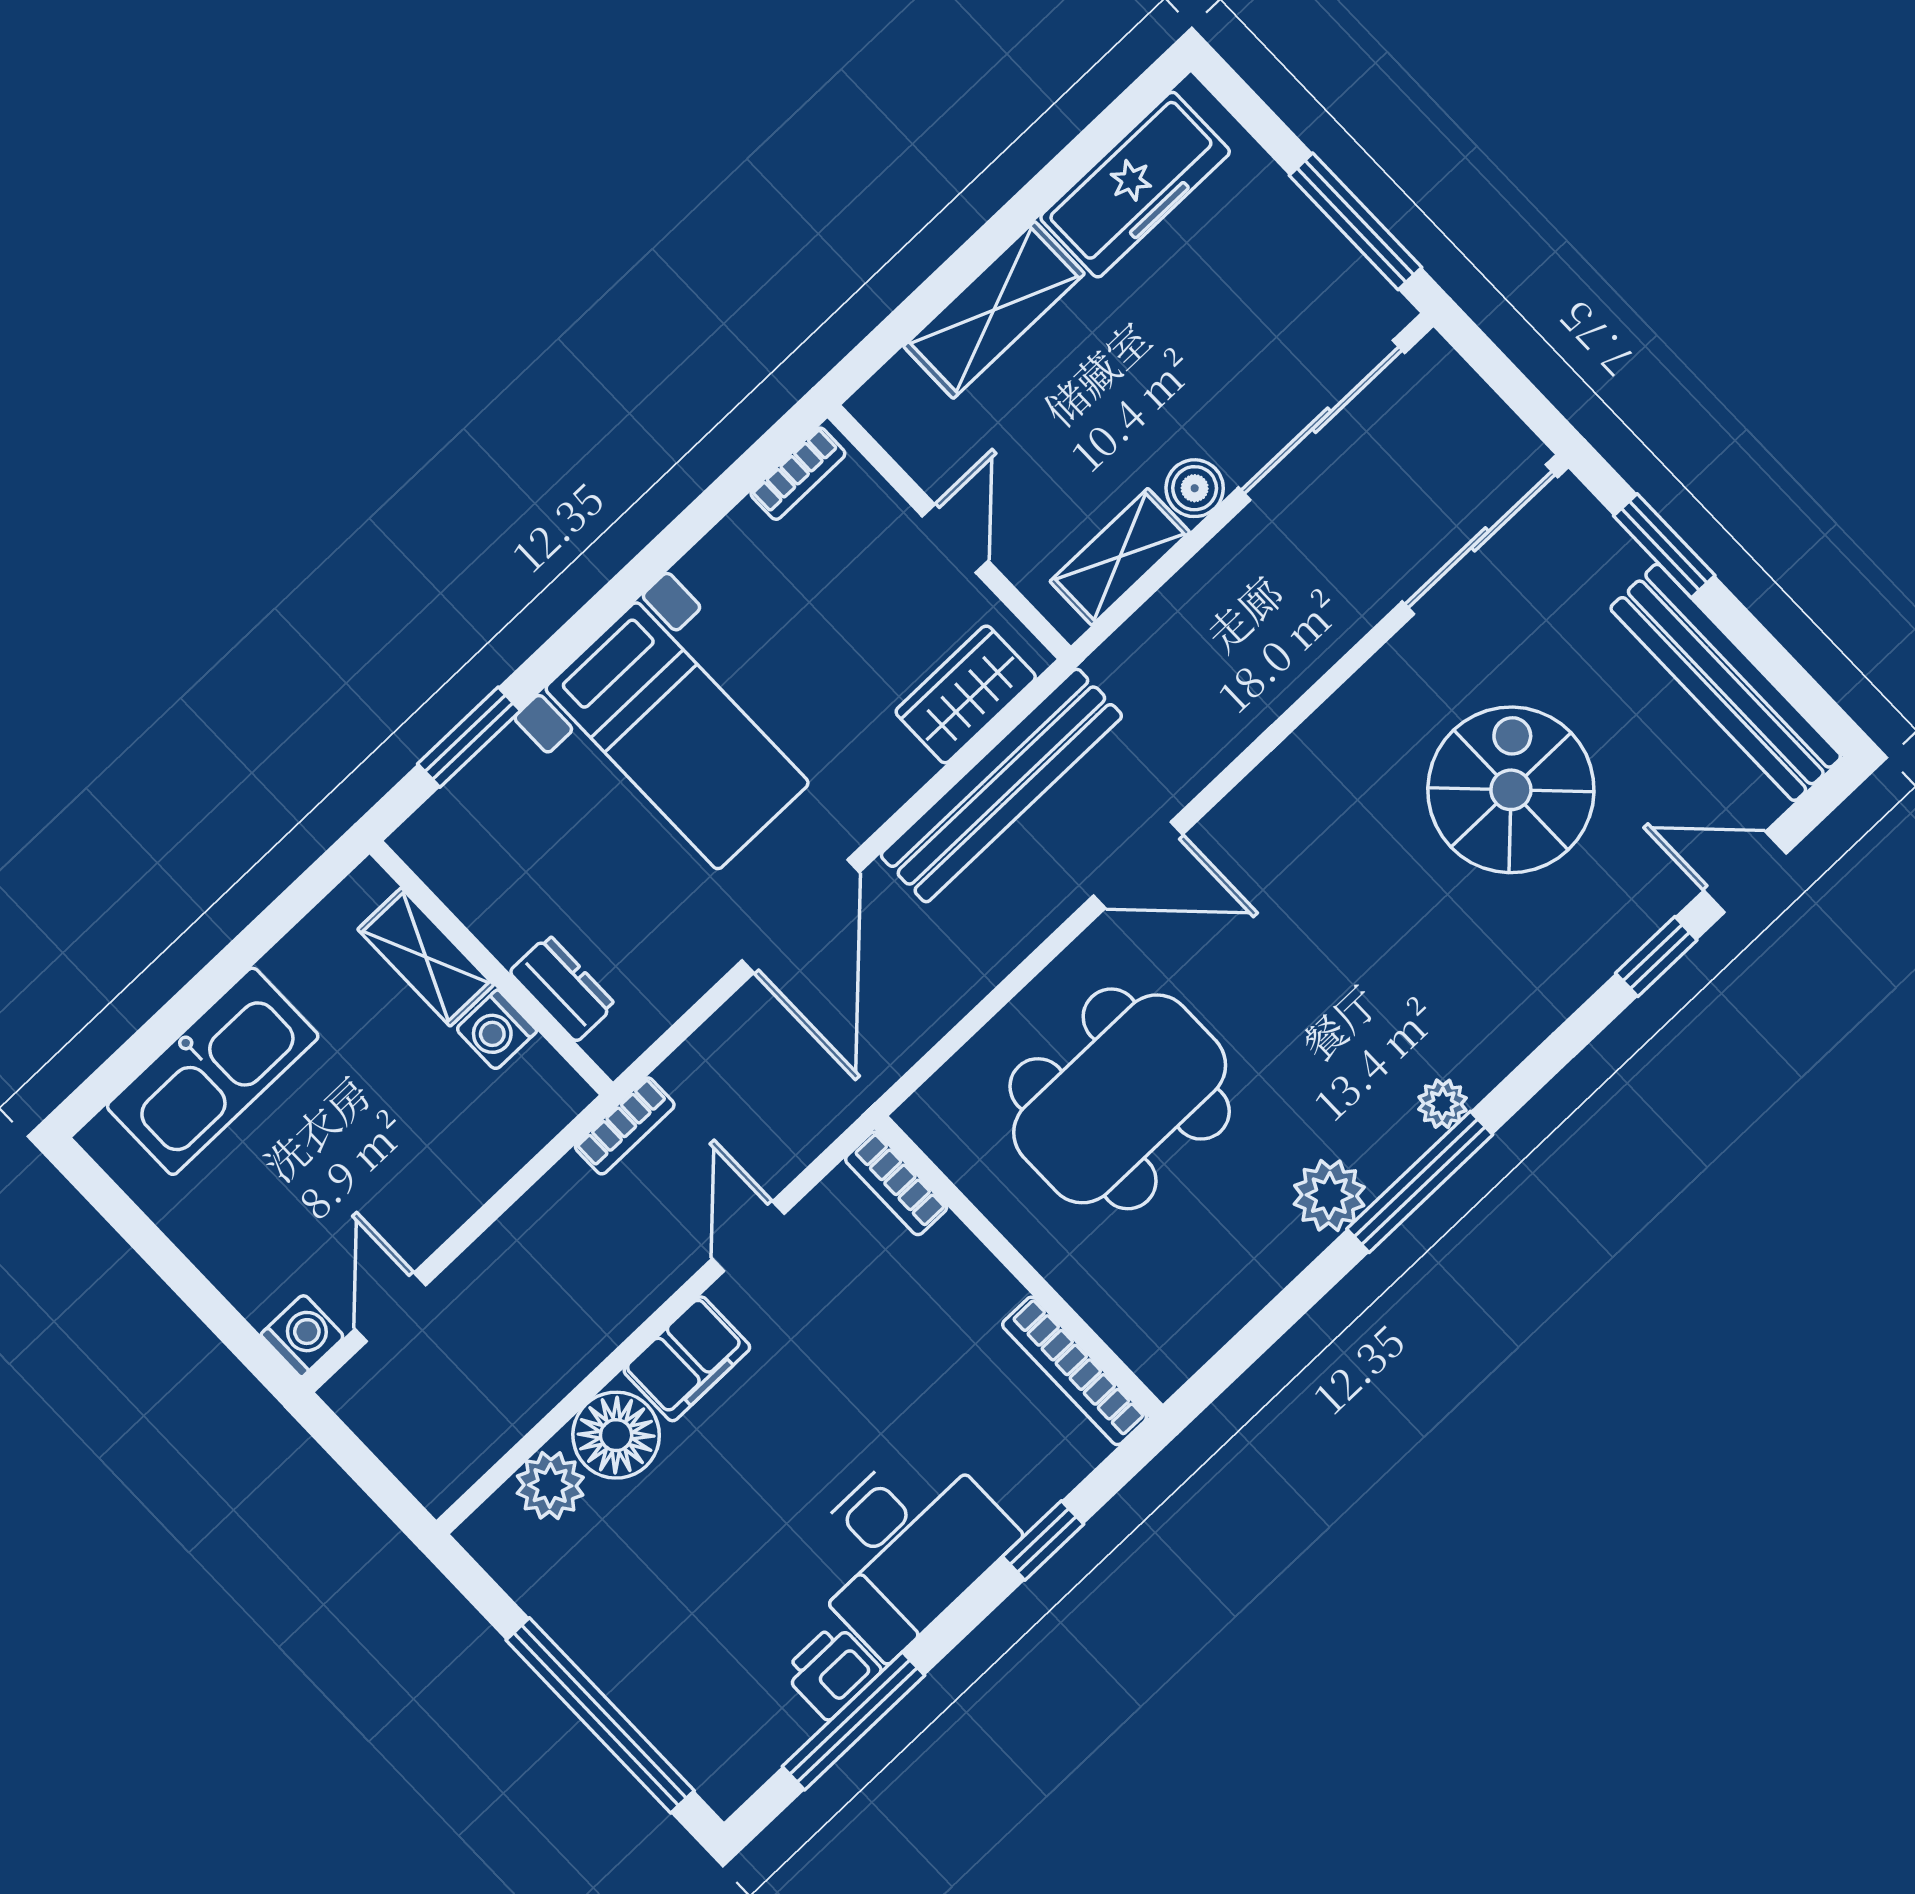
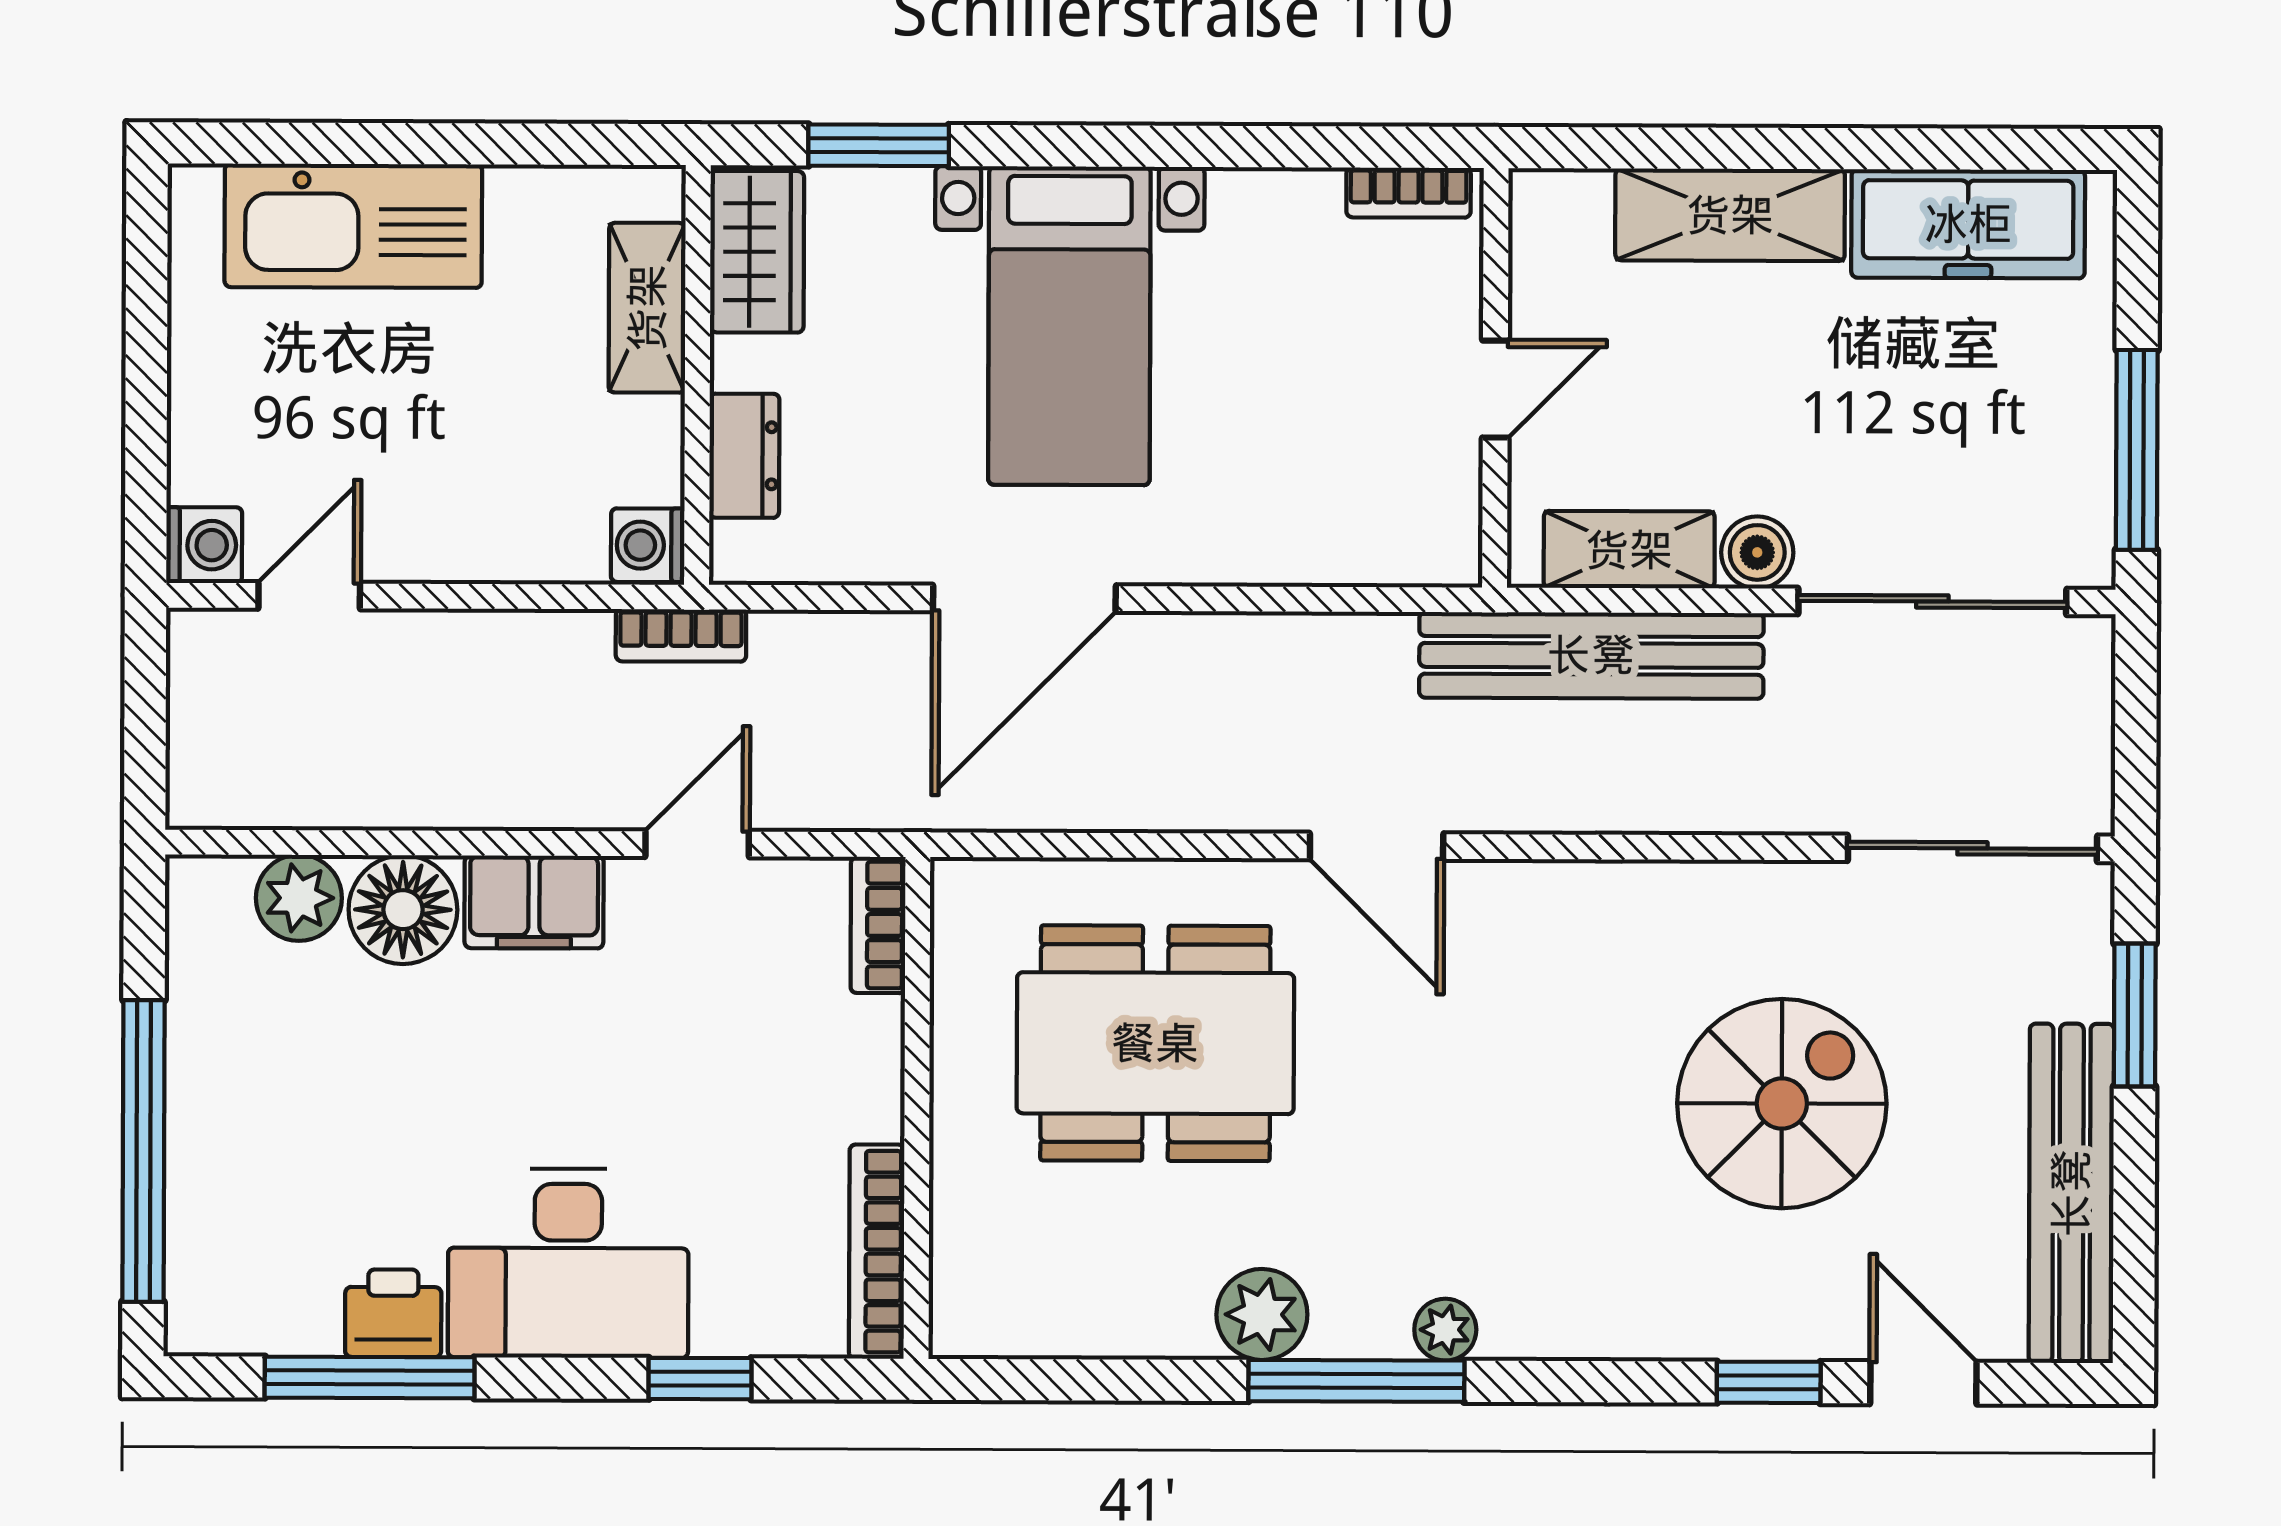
wardrobe: (966, 694) -> (757, 252), moved, turned 90
bench: (1001, 786) -> (1591, 655), moved
washing machine: (497, 1030) -> (648, 545), moved

